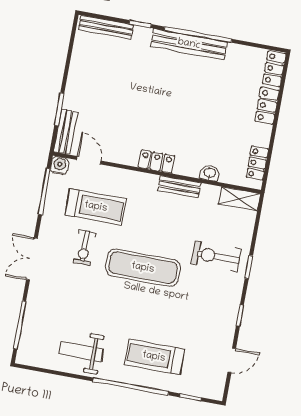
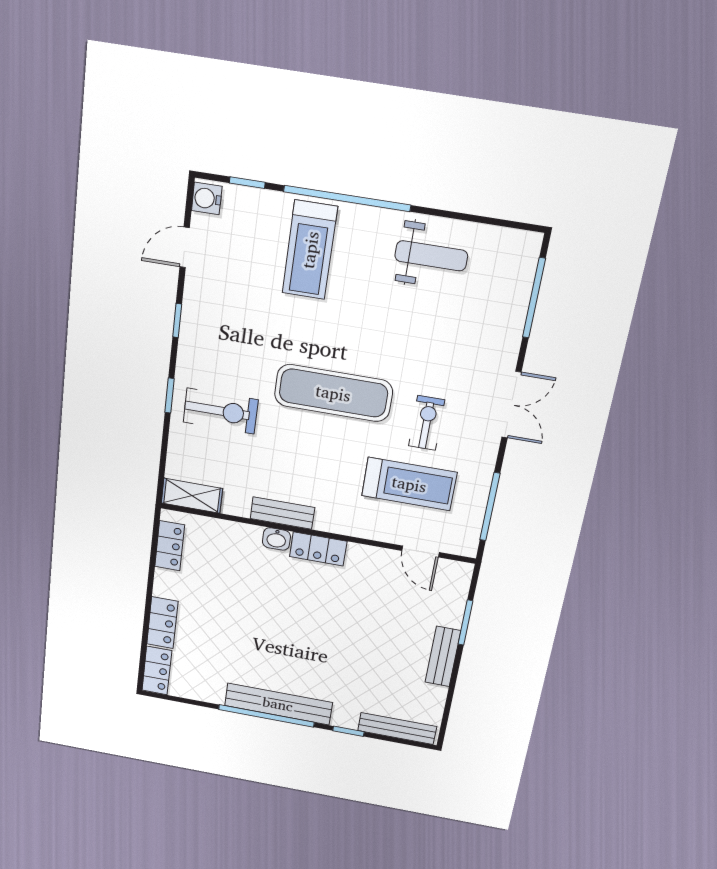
bench: (65, 132) -> (443, 657), moved
water cooler: (60, 165) -> (207, 198), moved, turned 90
washbasin: (210, 173) -> (276, 539), moved
treadmill: (96, 207) -> (409, 484), turned 180
treadmill: (154, 357) -> (310, 250), turned 90

